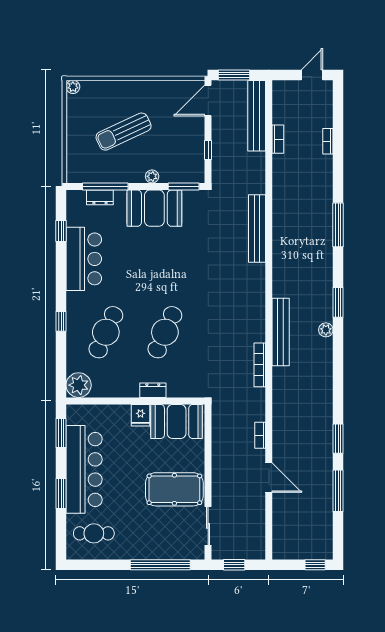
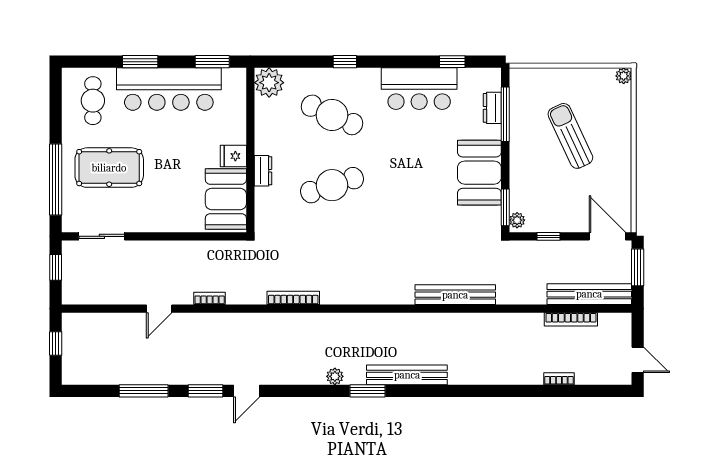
bookcase: (278, 139) -> (571, 319), width x1.56
plant: (152, 176) -> (517, 220), moved
window: (338, 225) -> (459, 391), removed
cafe table: (165, 332) -> (332, 185), turned -42
bench: (281, 332) -> (407, 375), moved
door: (338, 404) -> (247, 391), added
door: (269, 478) -> (159, 309), width x0.73
pool table: (174, 489) -> (109, 168), moved, turned 90
window: (315, 565) -> (56, 344), moved

